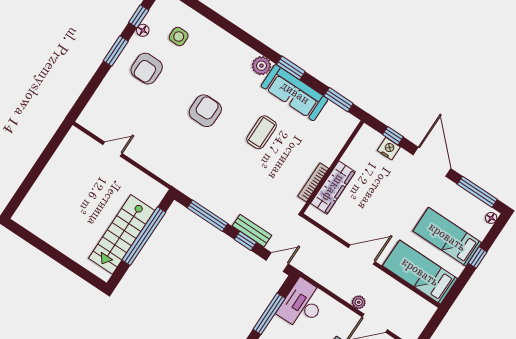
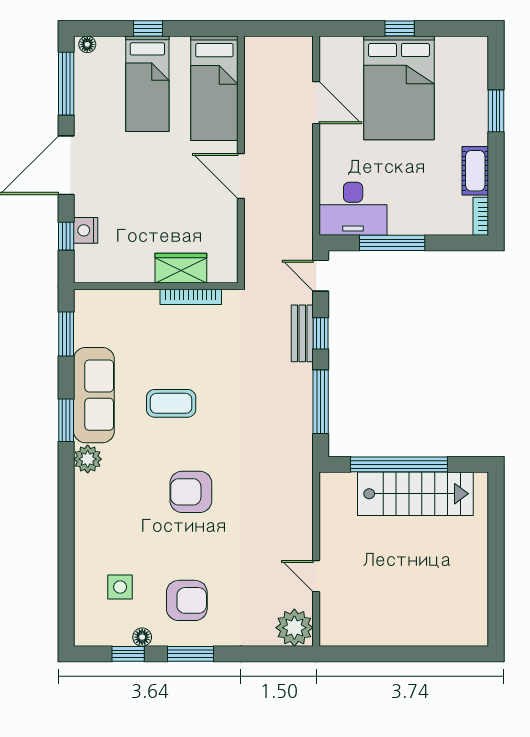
wardrobe: (333, 188) -> (181, 268), width x0.67
plant: (359, 302) -> (294, 628), moved, width x1.87, depth x1.87

